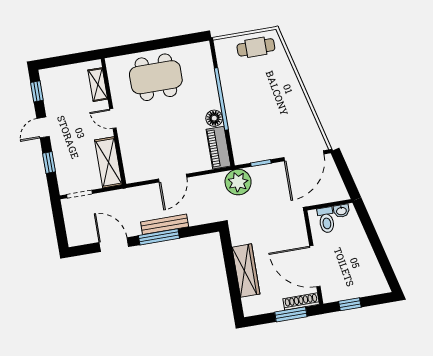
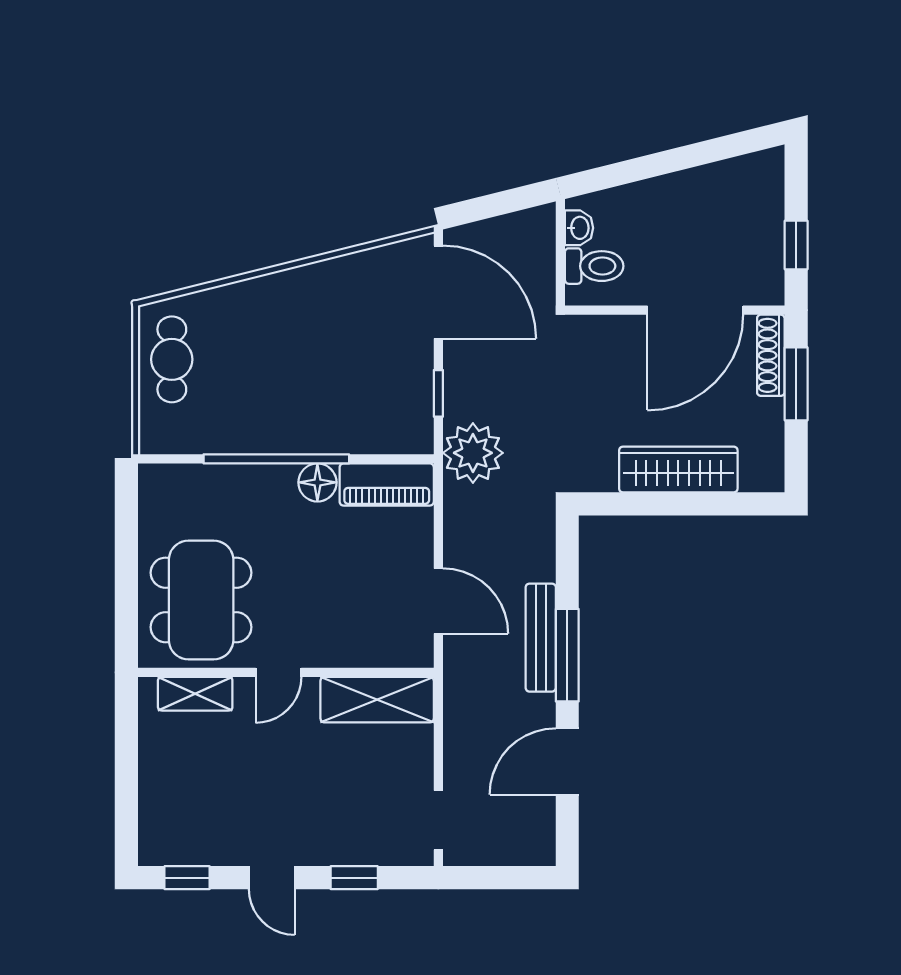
shelving: (98, 85) -> (195, 694), moved
door: (113, 118) -> (278, 672), moved
wall: (113, 122) -> (286, 672), moved
shelving: (108, 162) -> (377, 700), moved

